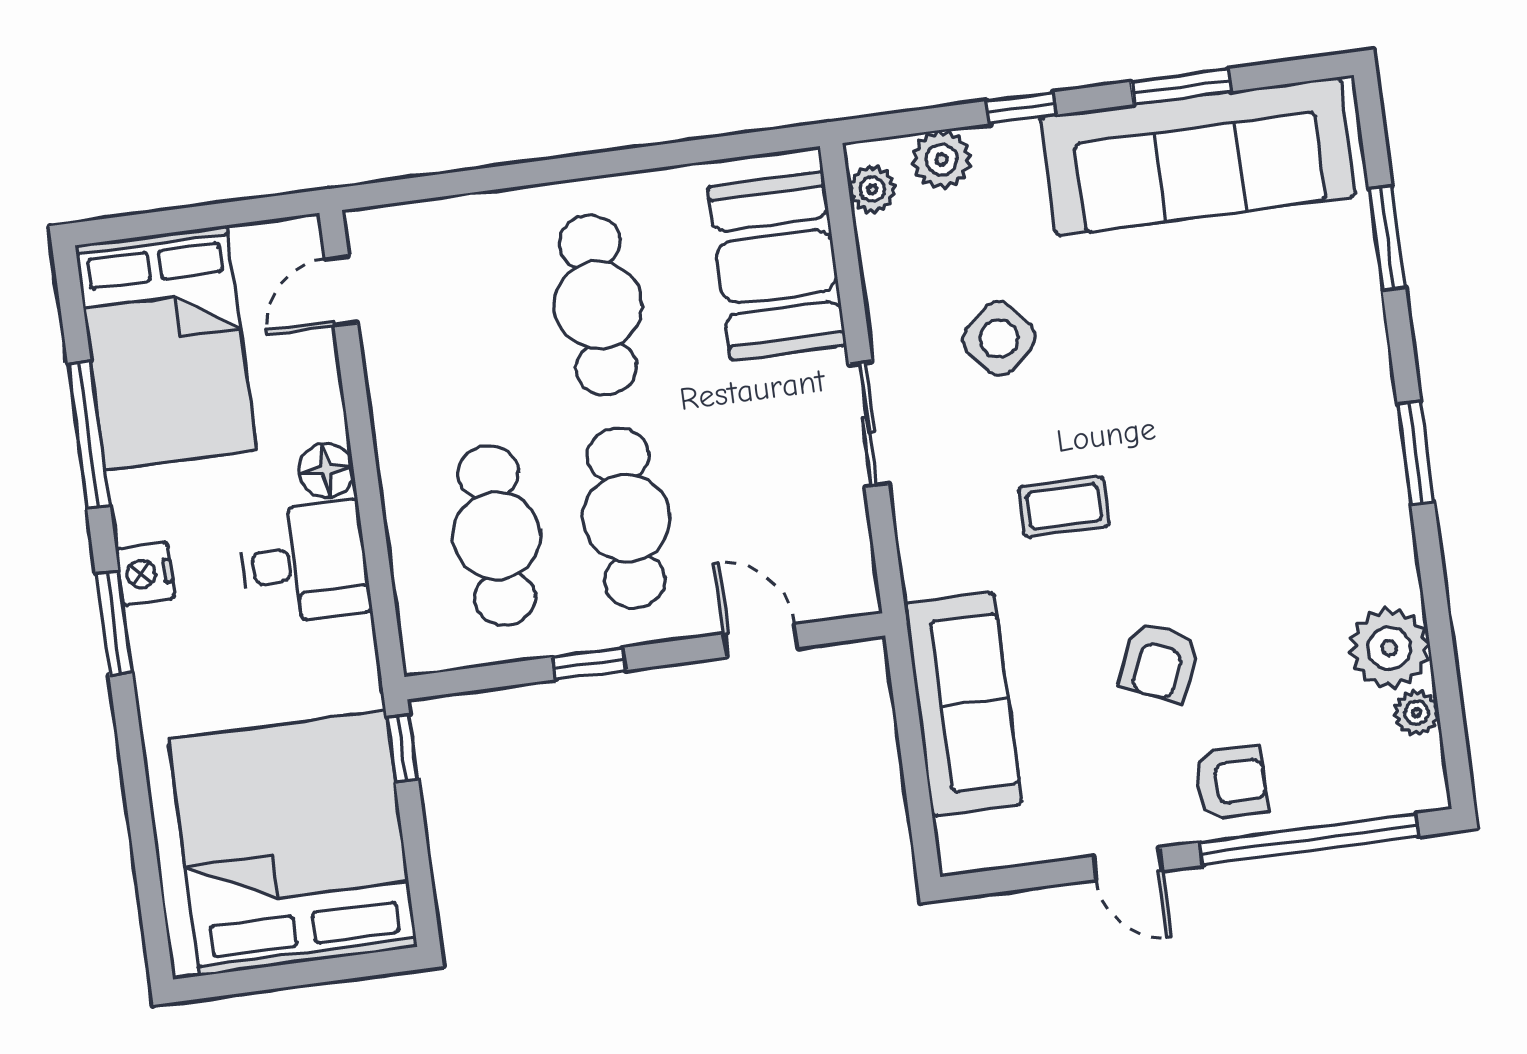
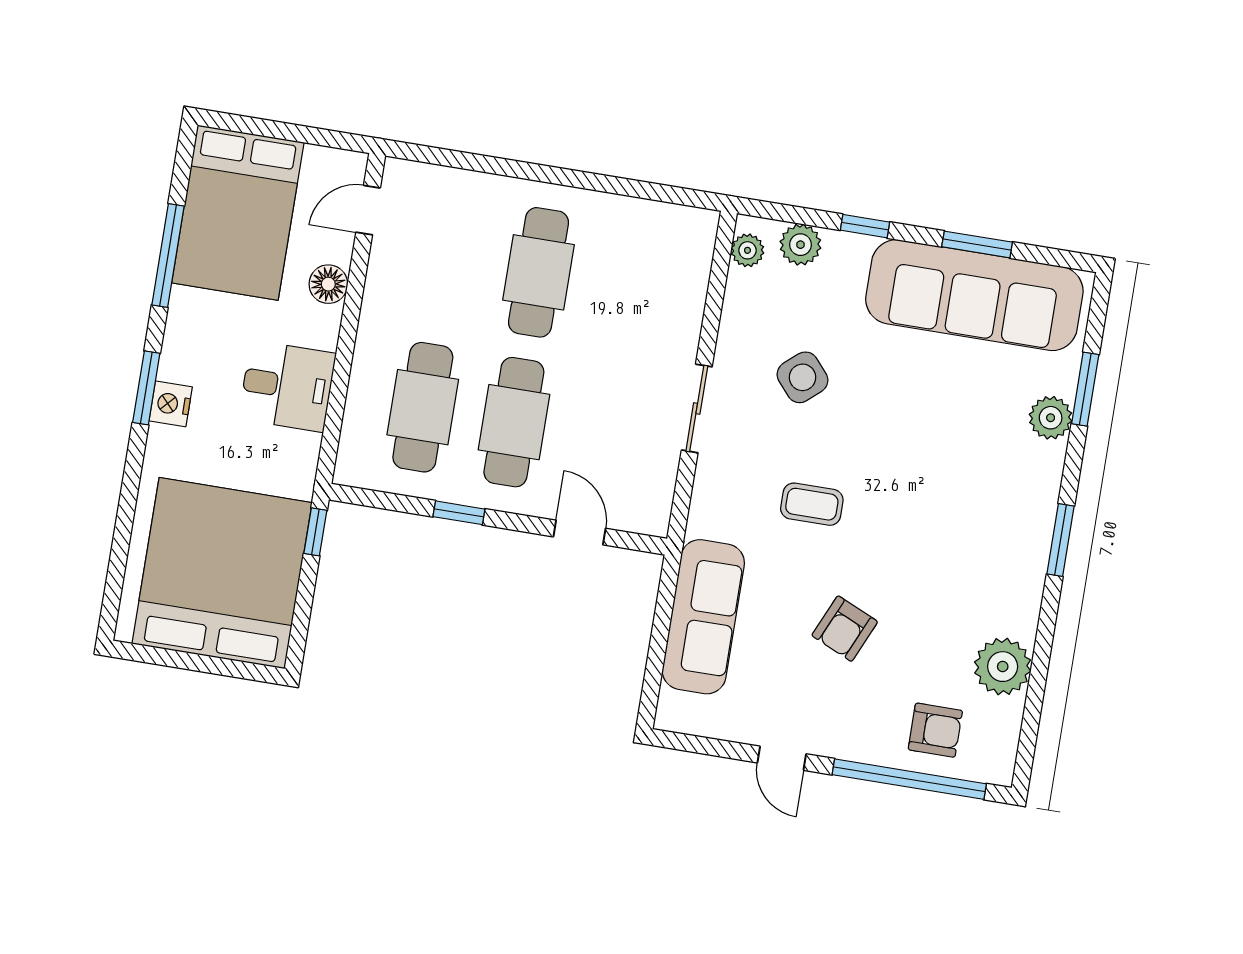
booth: (777, 266) -> (667, 283), removed
floor lamp: (326, 470) -> (328, 284), moved
nightstand: (145, 574) -> (171, 404), moved
plant: (1417, 713) -> (1051, 418), moved, width x1.38, depth x1.38
armchair: (1231, 782) -> (935, 730), moved

